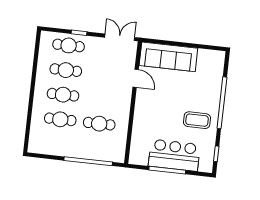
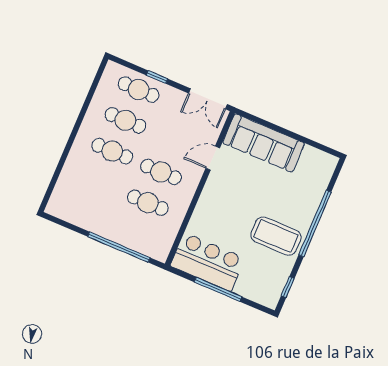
double door: (120, 37) -> (208, 99), swing flipped
door: (136, 78) -> (213, 158), swing flipped
cafe table: (60, 119) -> (161, 172), moved
coffee table: (197, 120) -> (276, 236), width x1.36, depth x1.32
bar counter: (174, 155) -> (208, 262), moved

